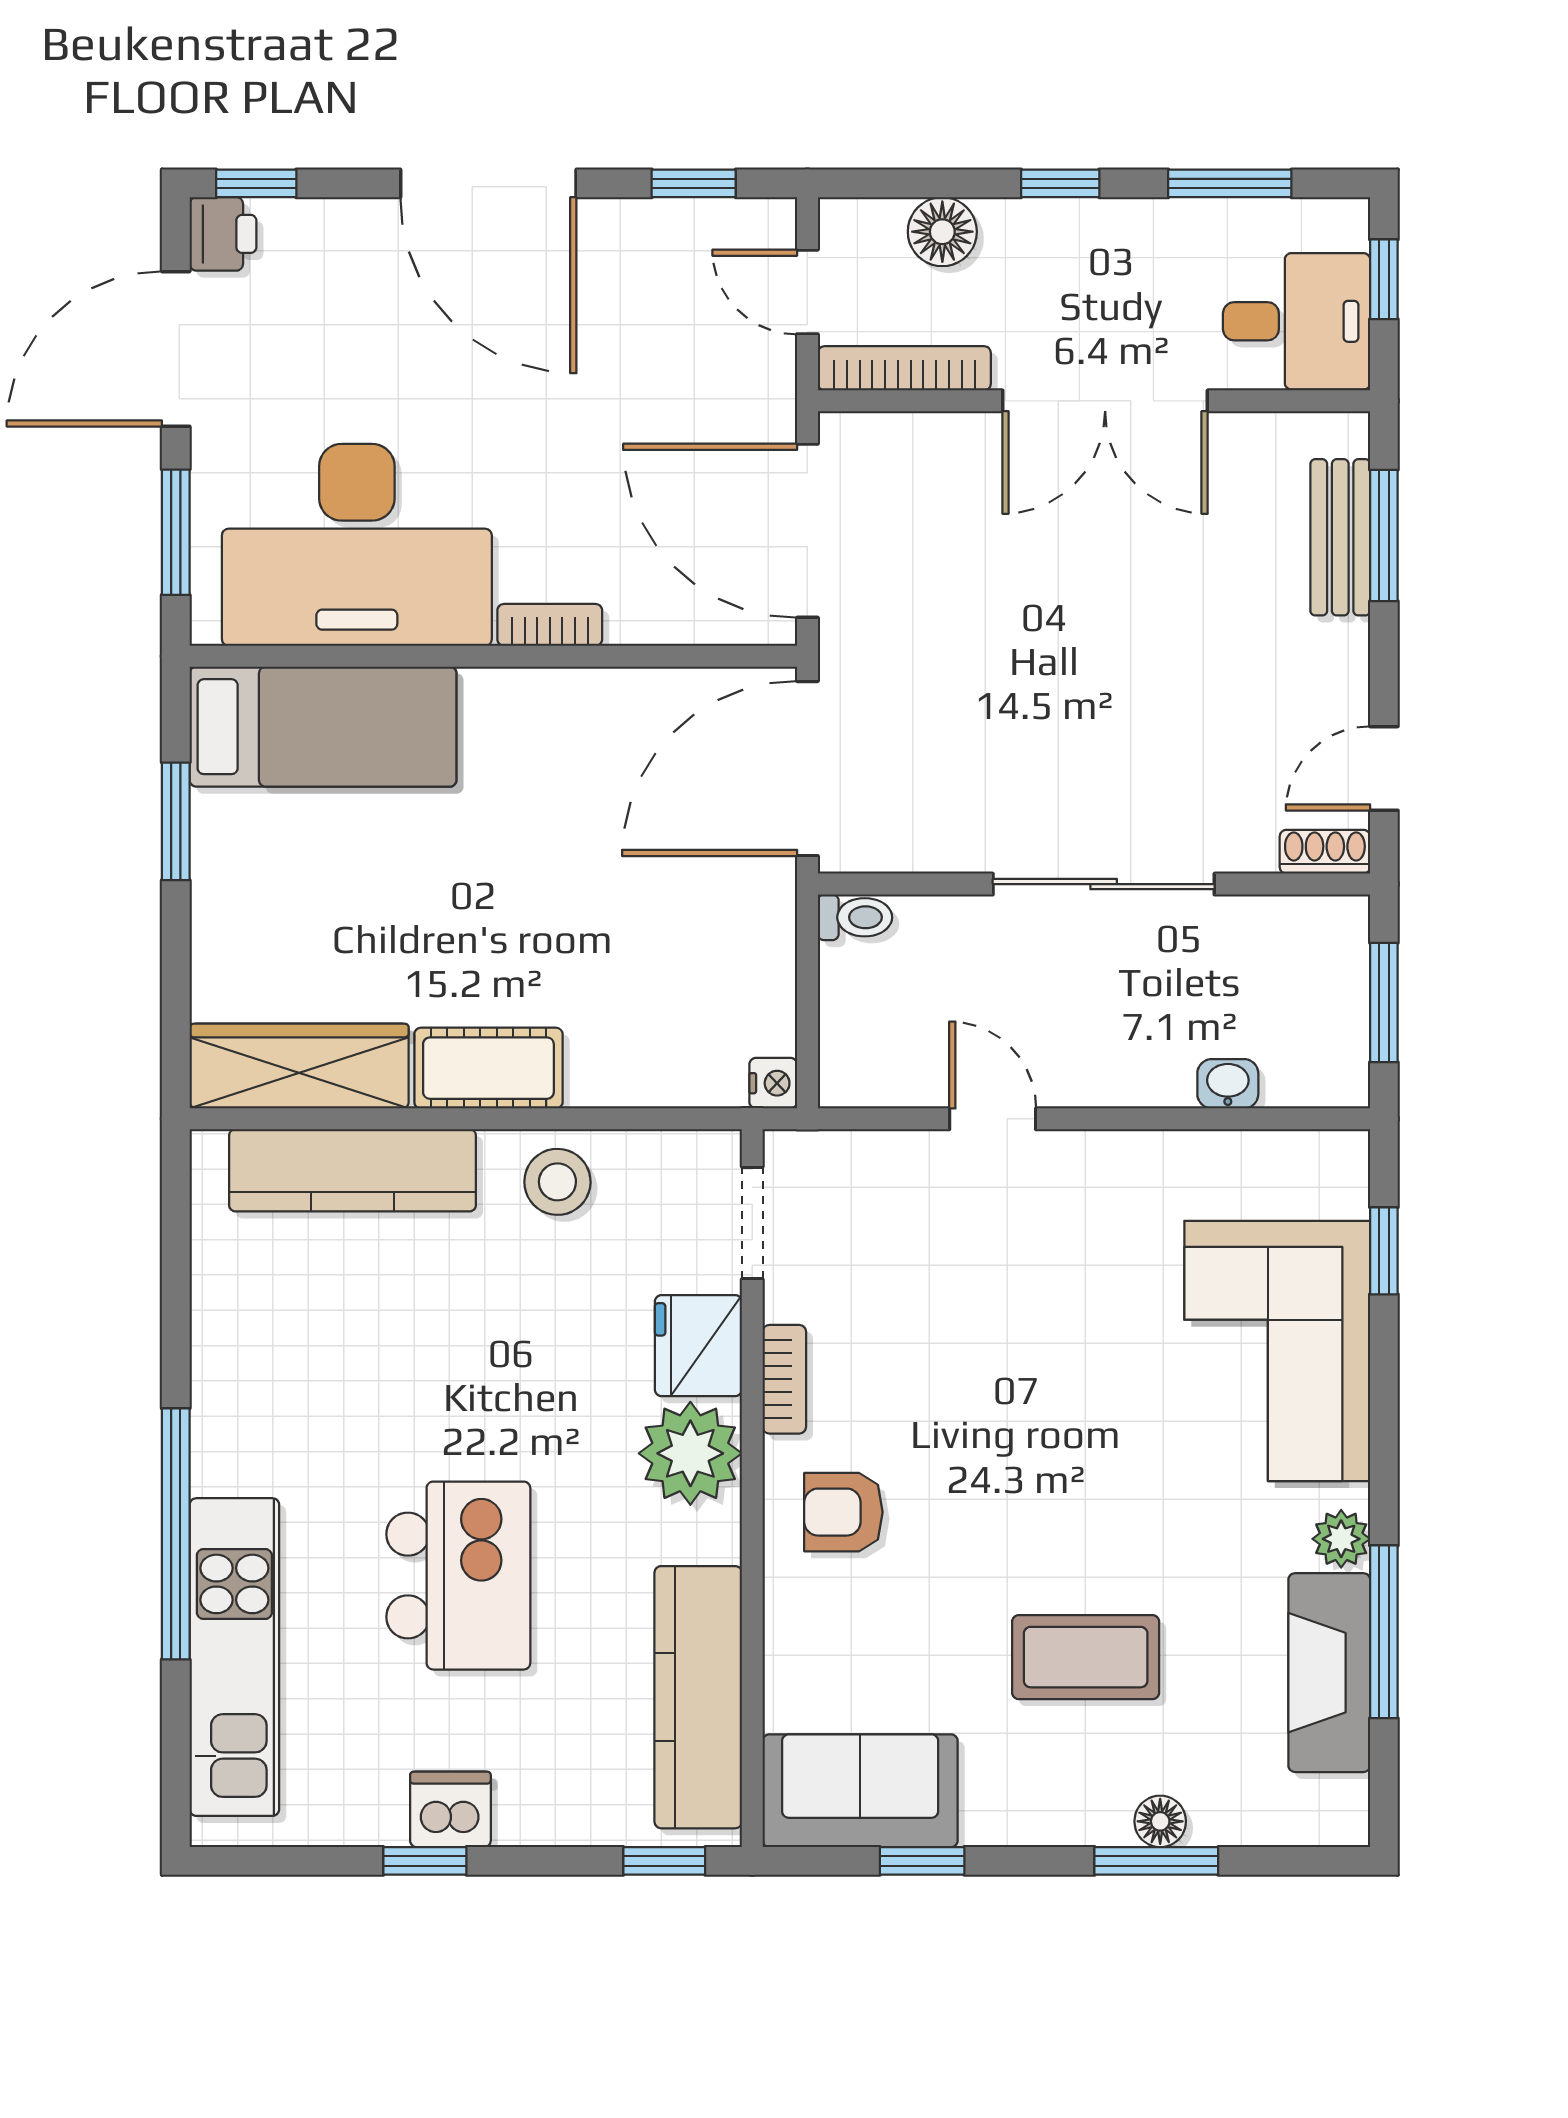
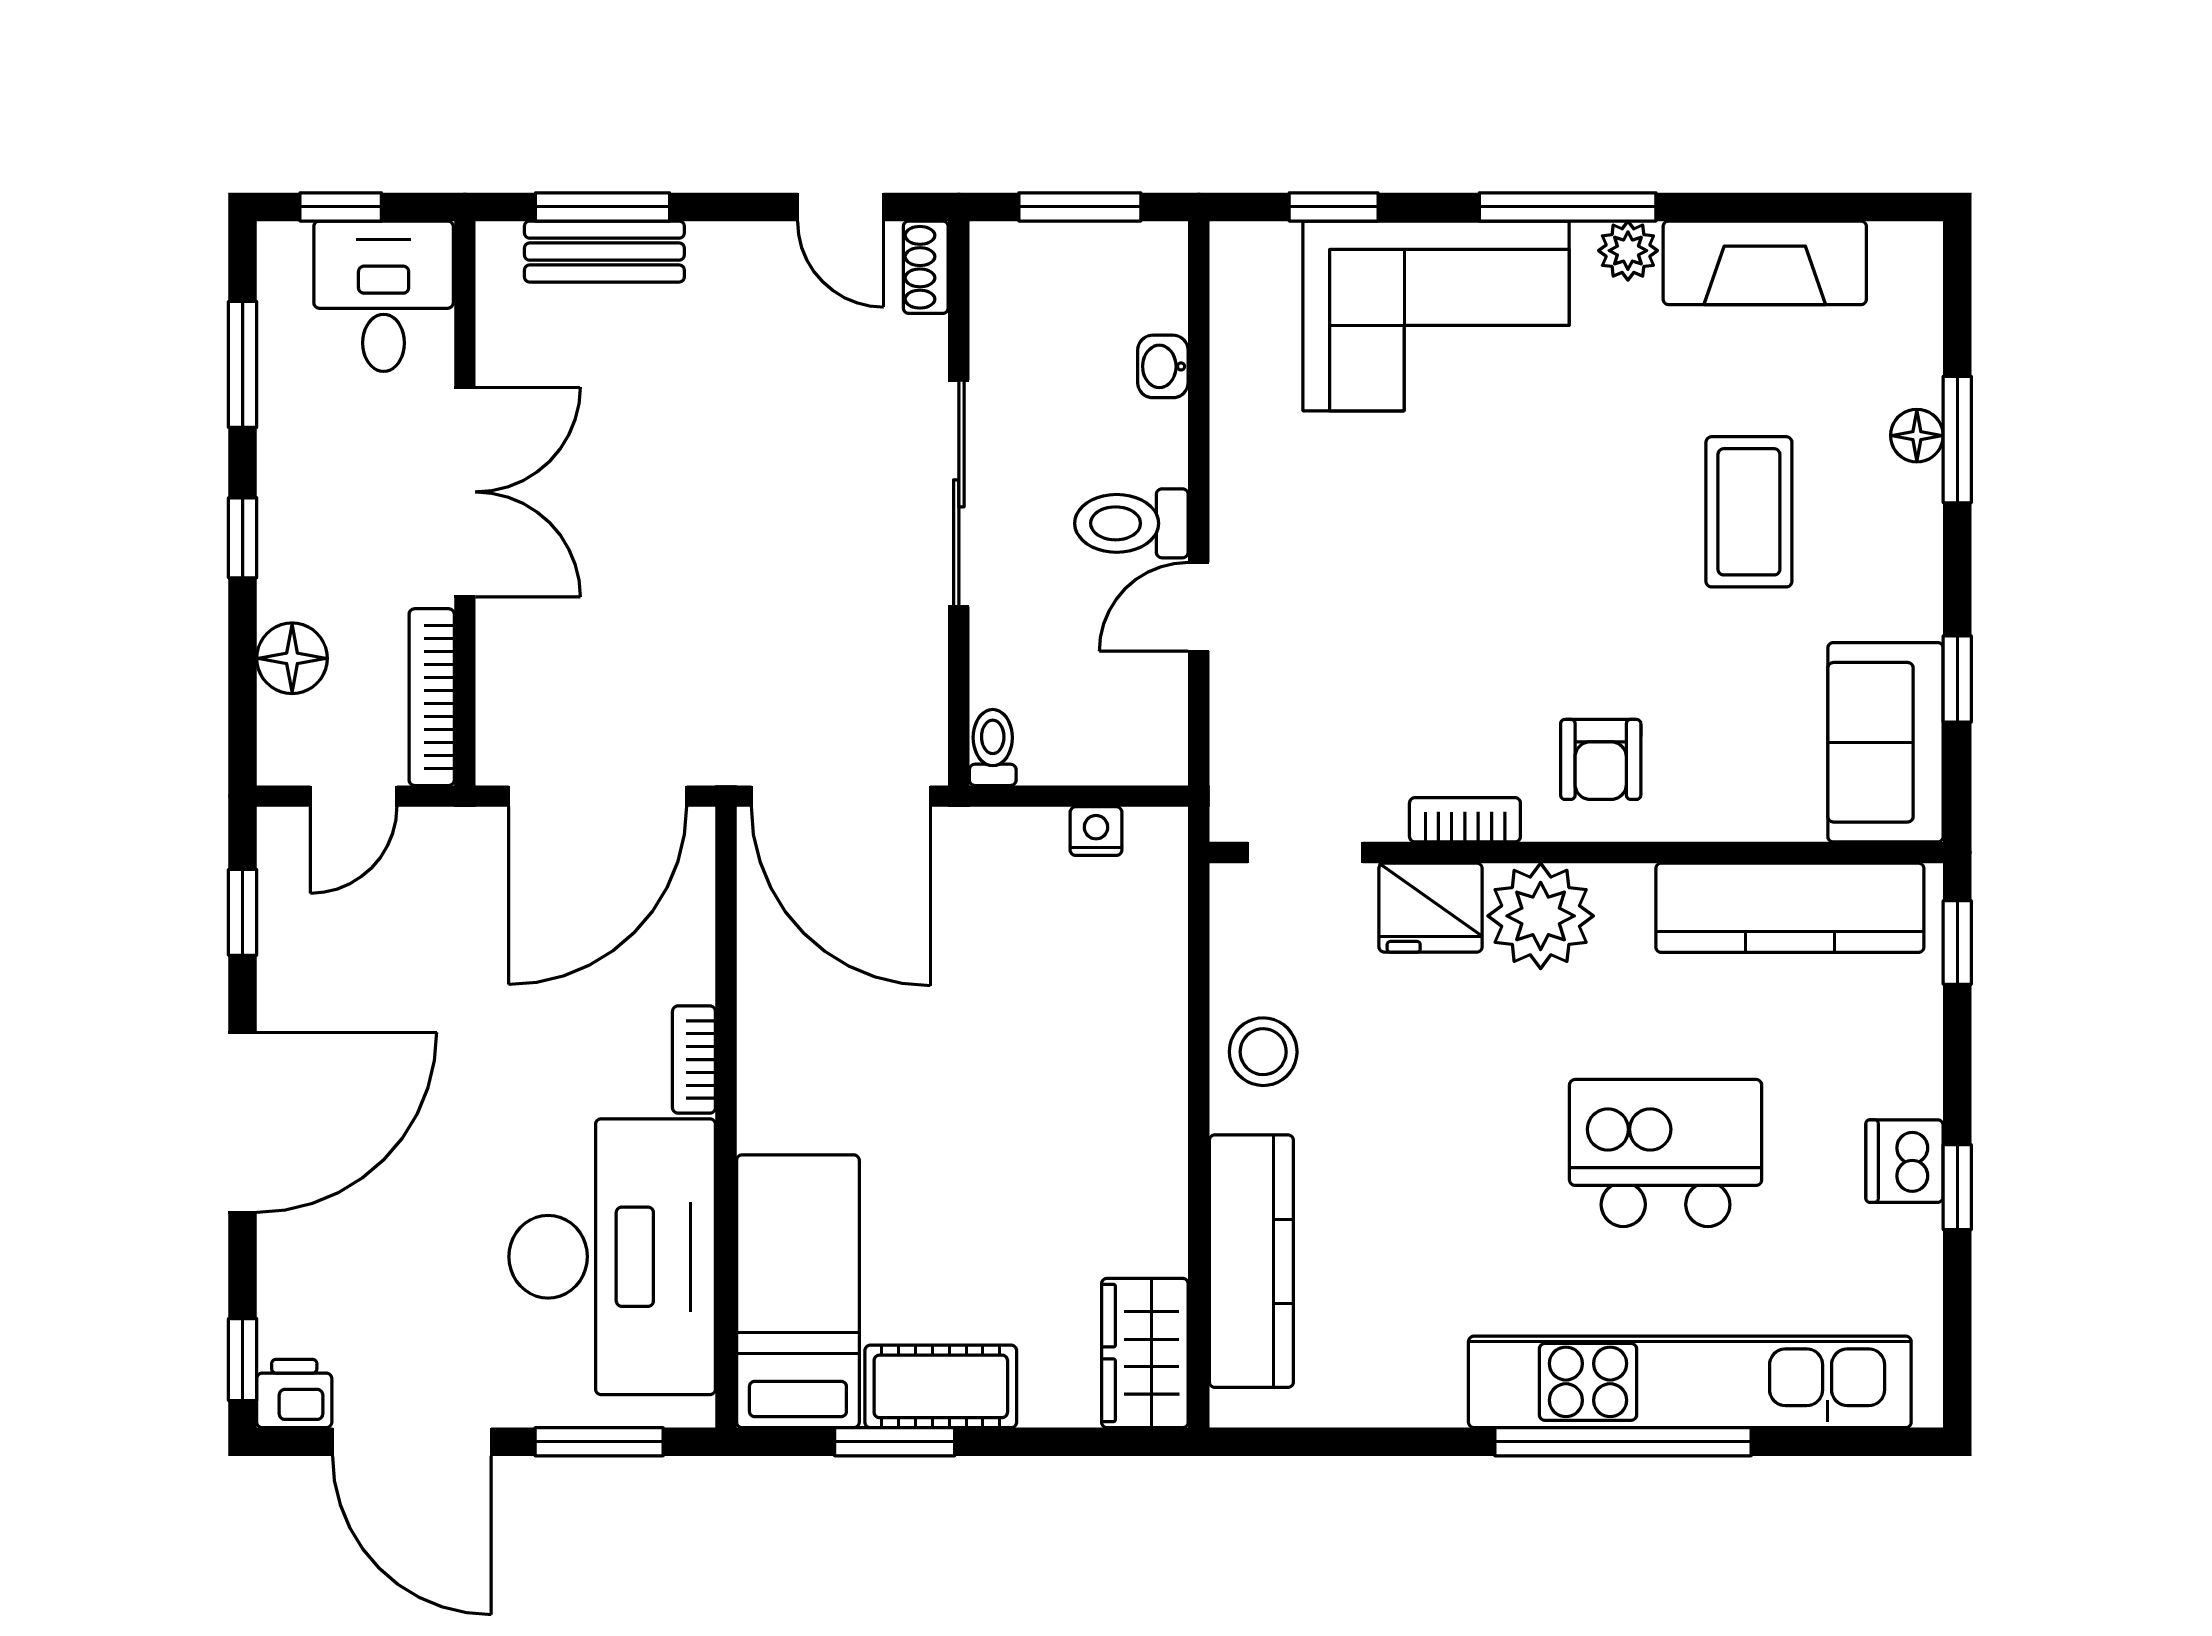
toilet: (1074, 1053) -> (1131, 523), added
wardrobe: (299, 1066) -> (1145, 1353), width x0.67
cot: (488, 1068) -> (941, 1386), moved, turned 90
nightstand: (773, 1083) -> (1096, 831), moved
window: (1384, 1632) -> (1568, 207), moved
kitchen unit: (234, 1657) -> (1690, 1382), width x1.36

